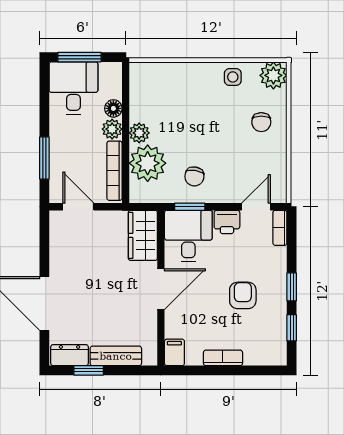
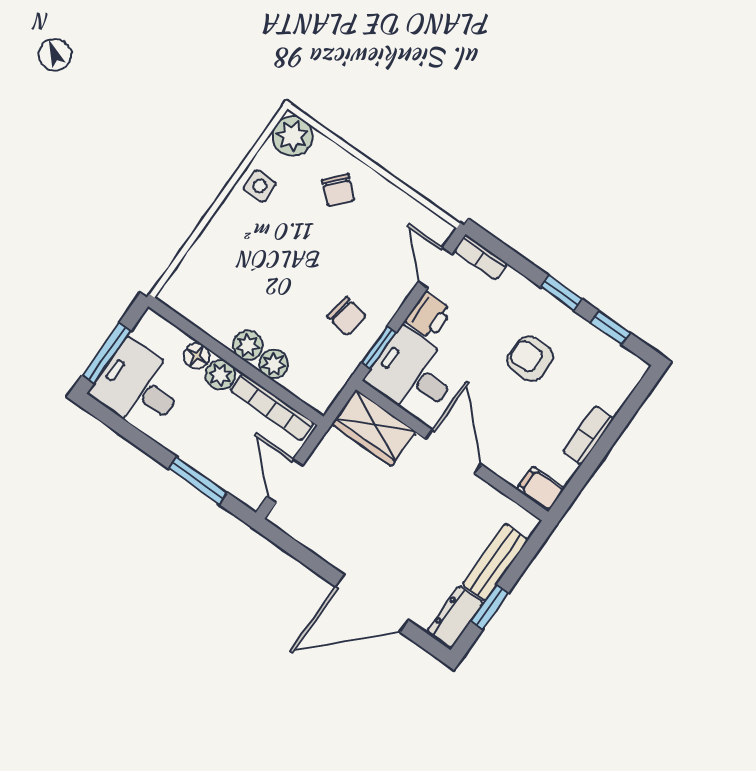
chair: (261, 122) -> (338, 190), turned 42
plant: (148, 163) -> (274, 364), width x0.53, depth x0.53
door: (78, 207) -> (285, 481), hinge flipped

